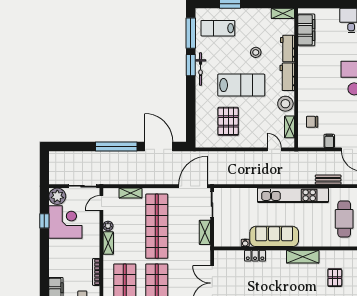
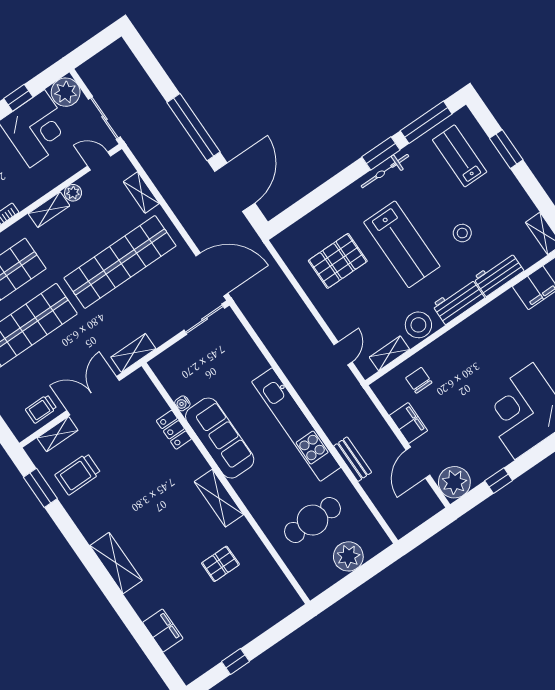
filing cabinet: (329, 141) -> (408, 423), width x2.00
shelving: (205, 232) -> (133, 353), moved

